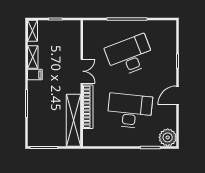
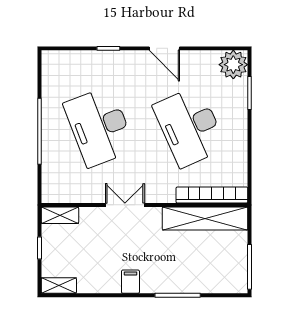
shelving: (33, 57) -> (60, 215), moved
bookcase: (88, 107) -> (212, 195), moved
desk: (130, 111) -> (190, 127), turned -30

